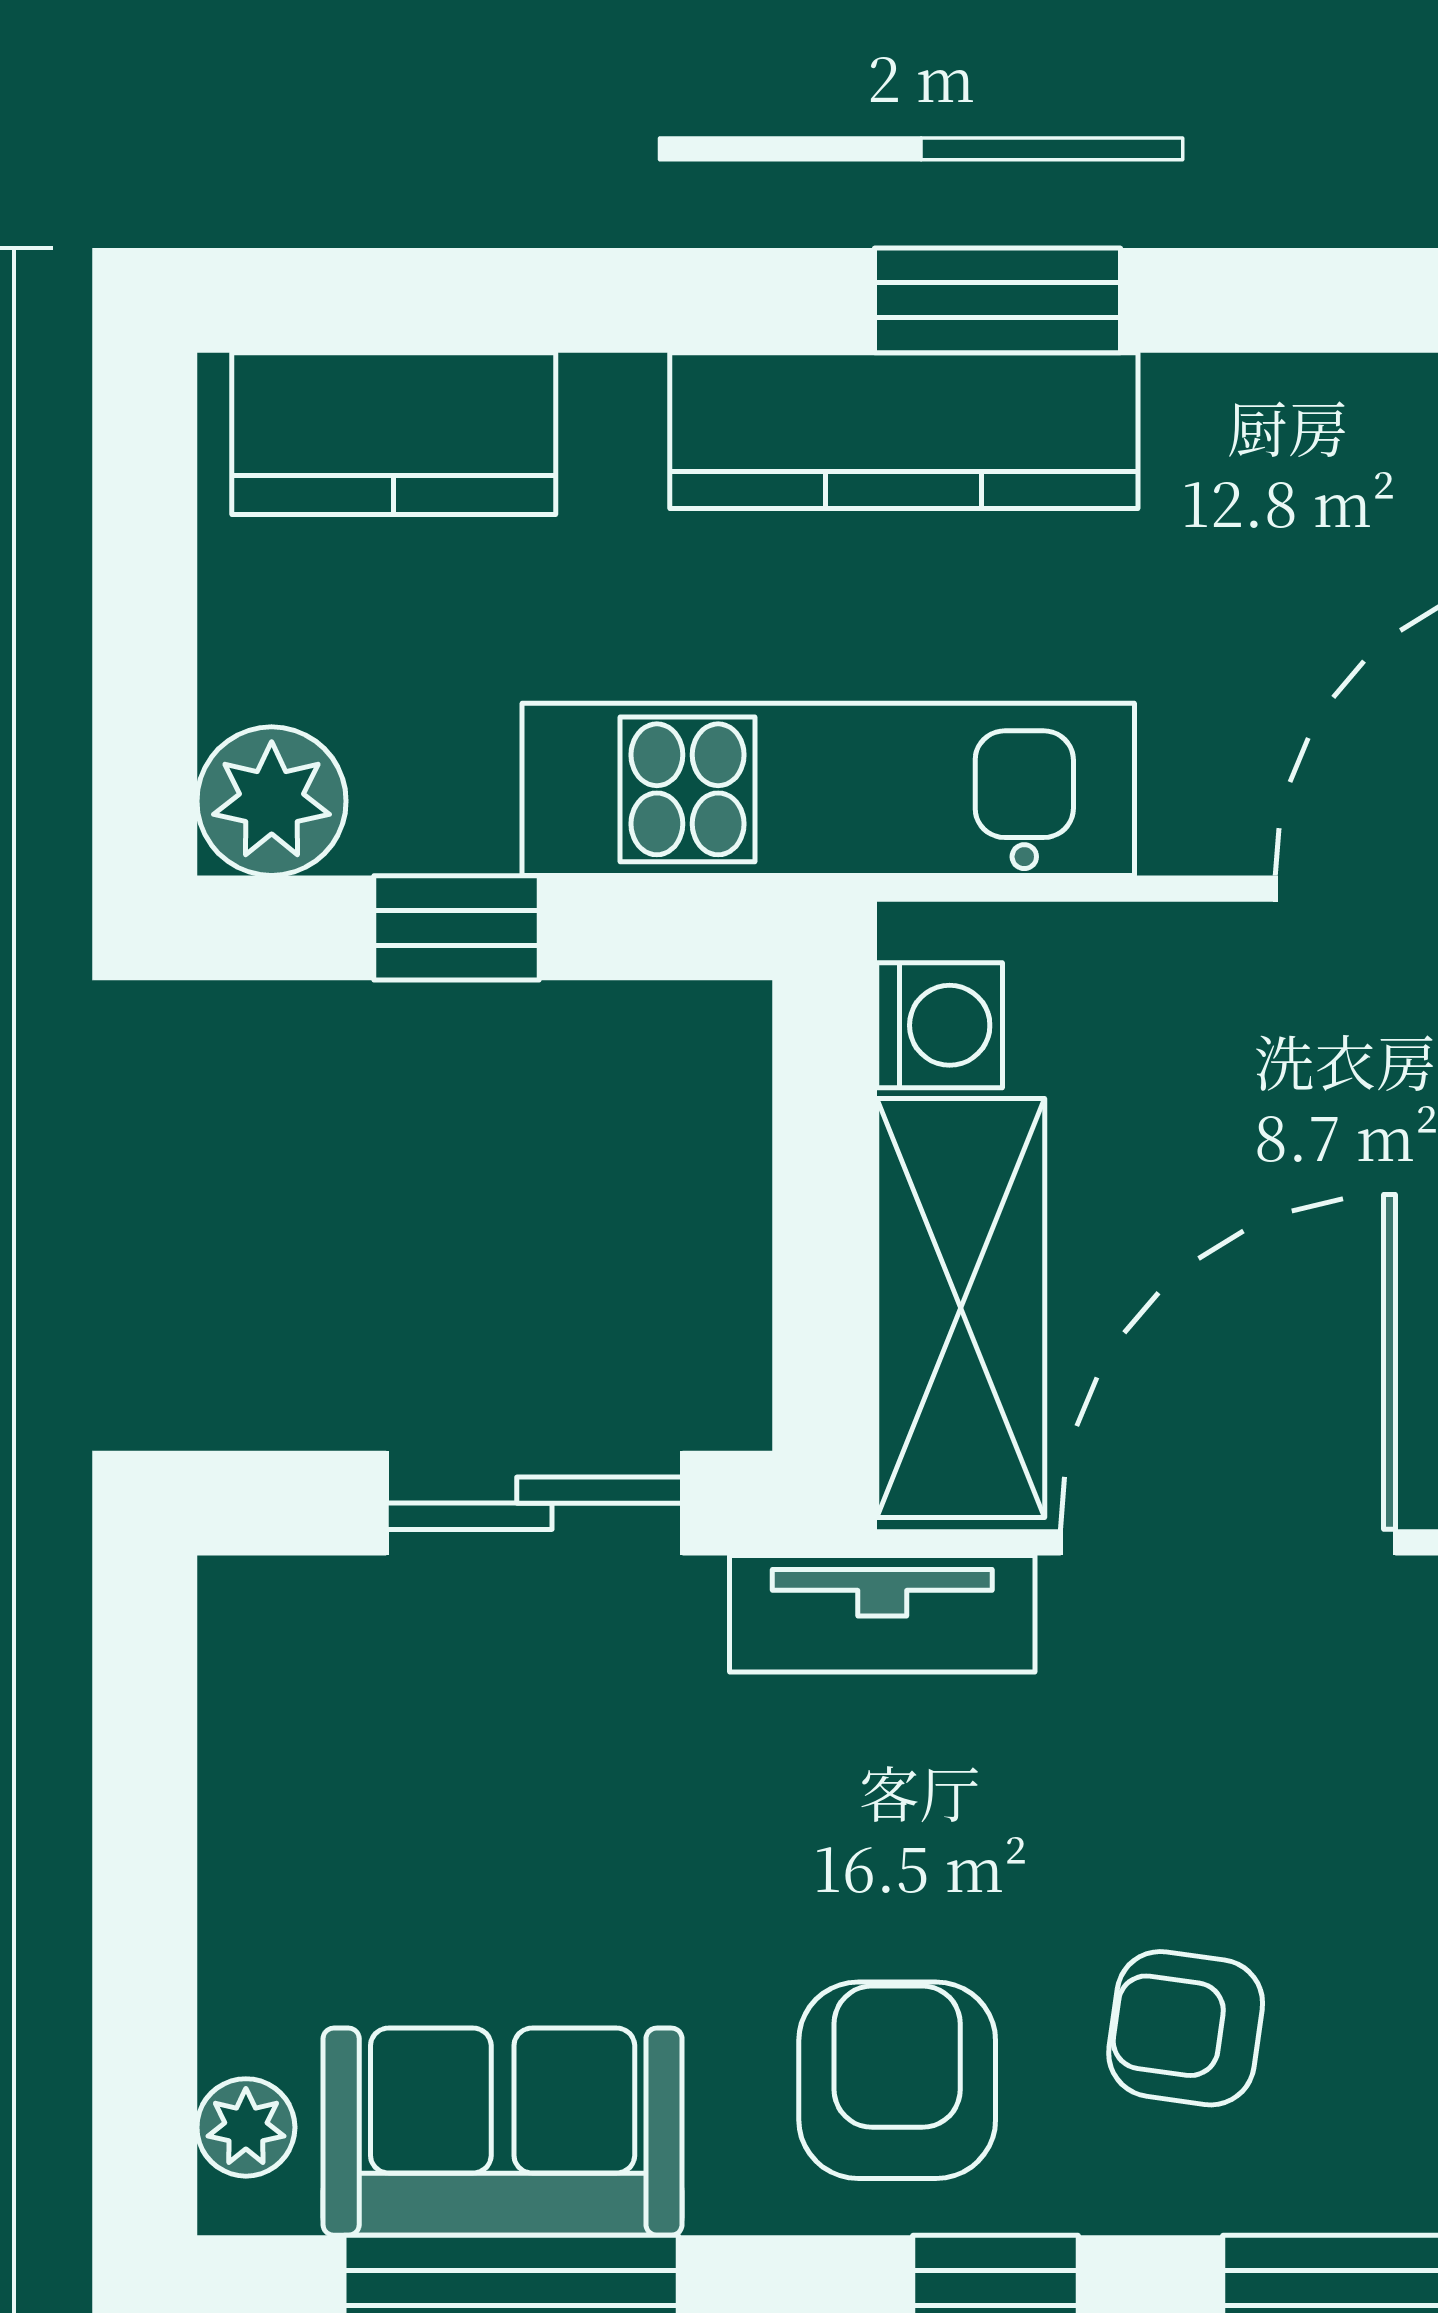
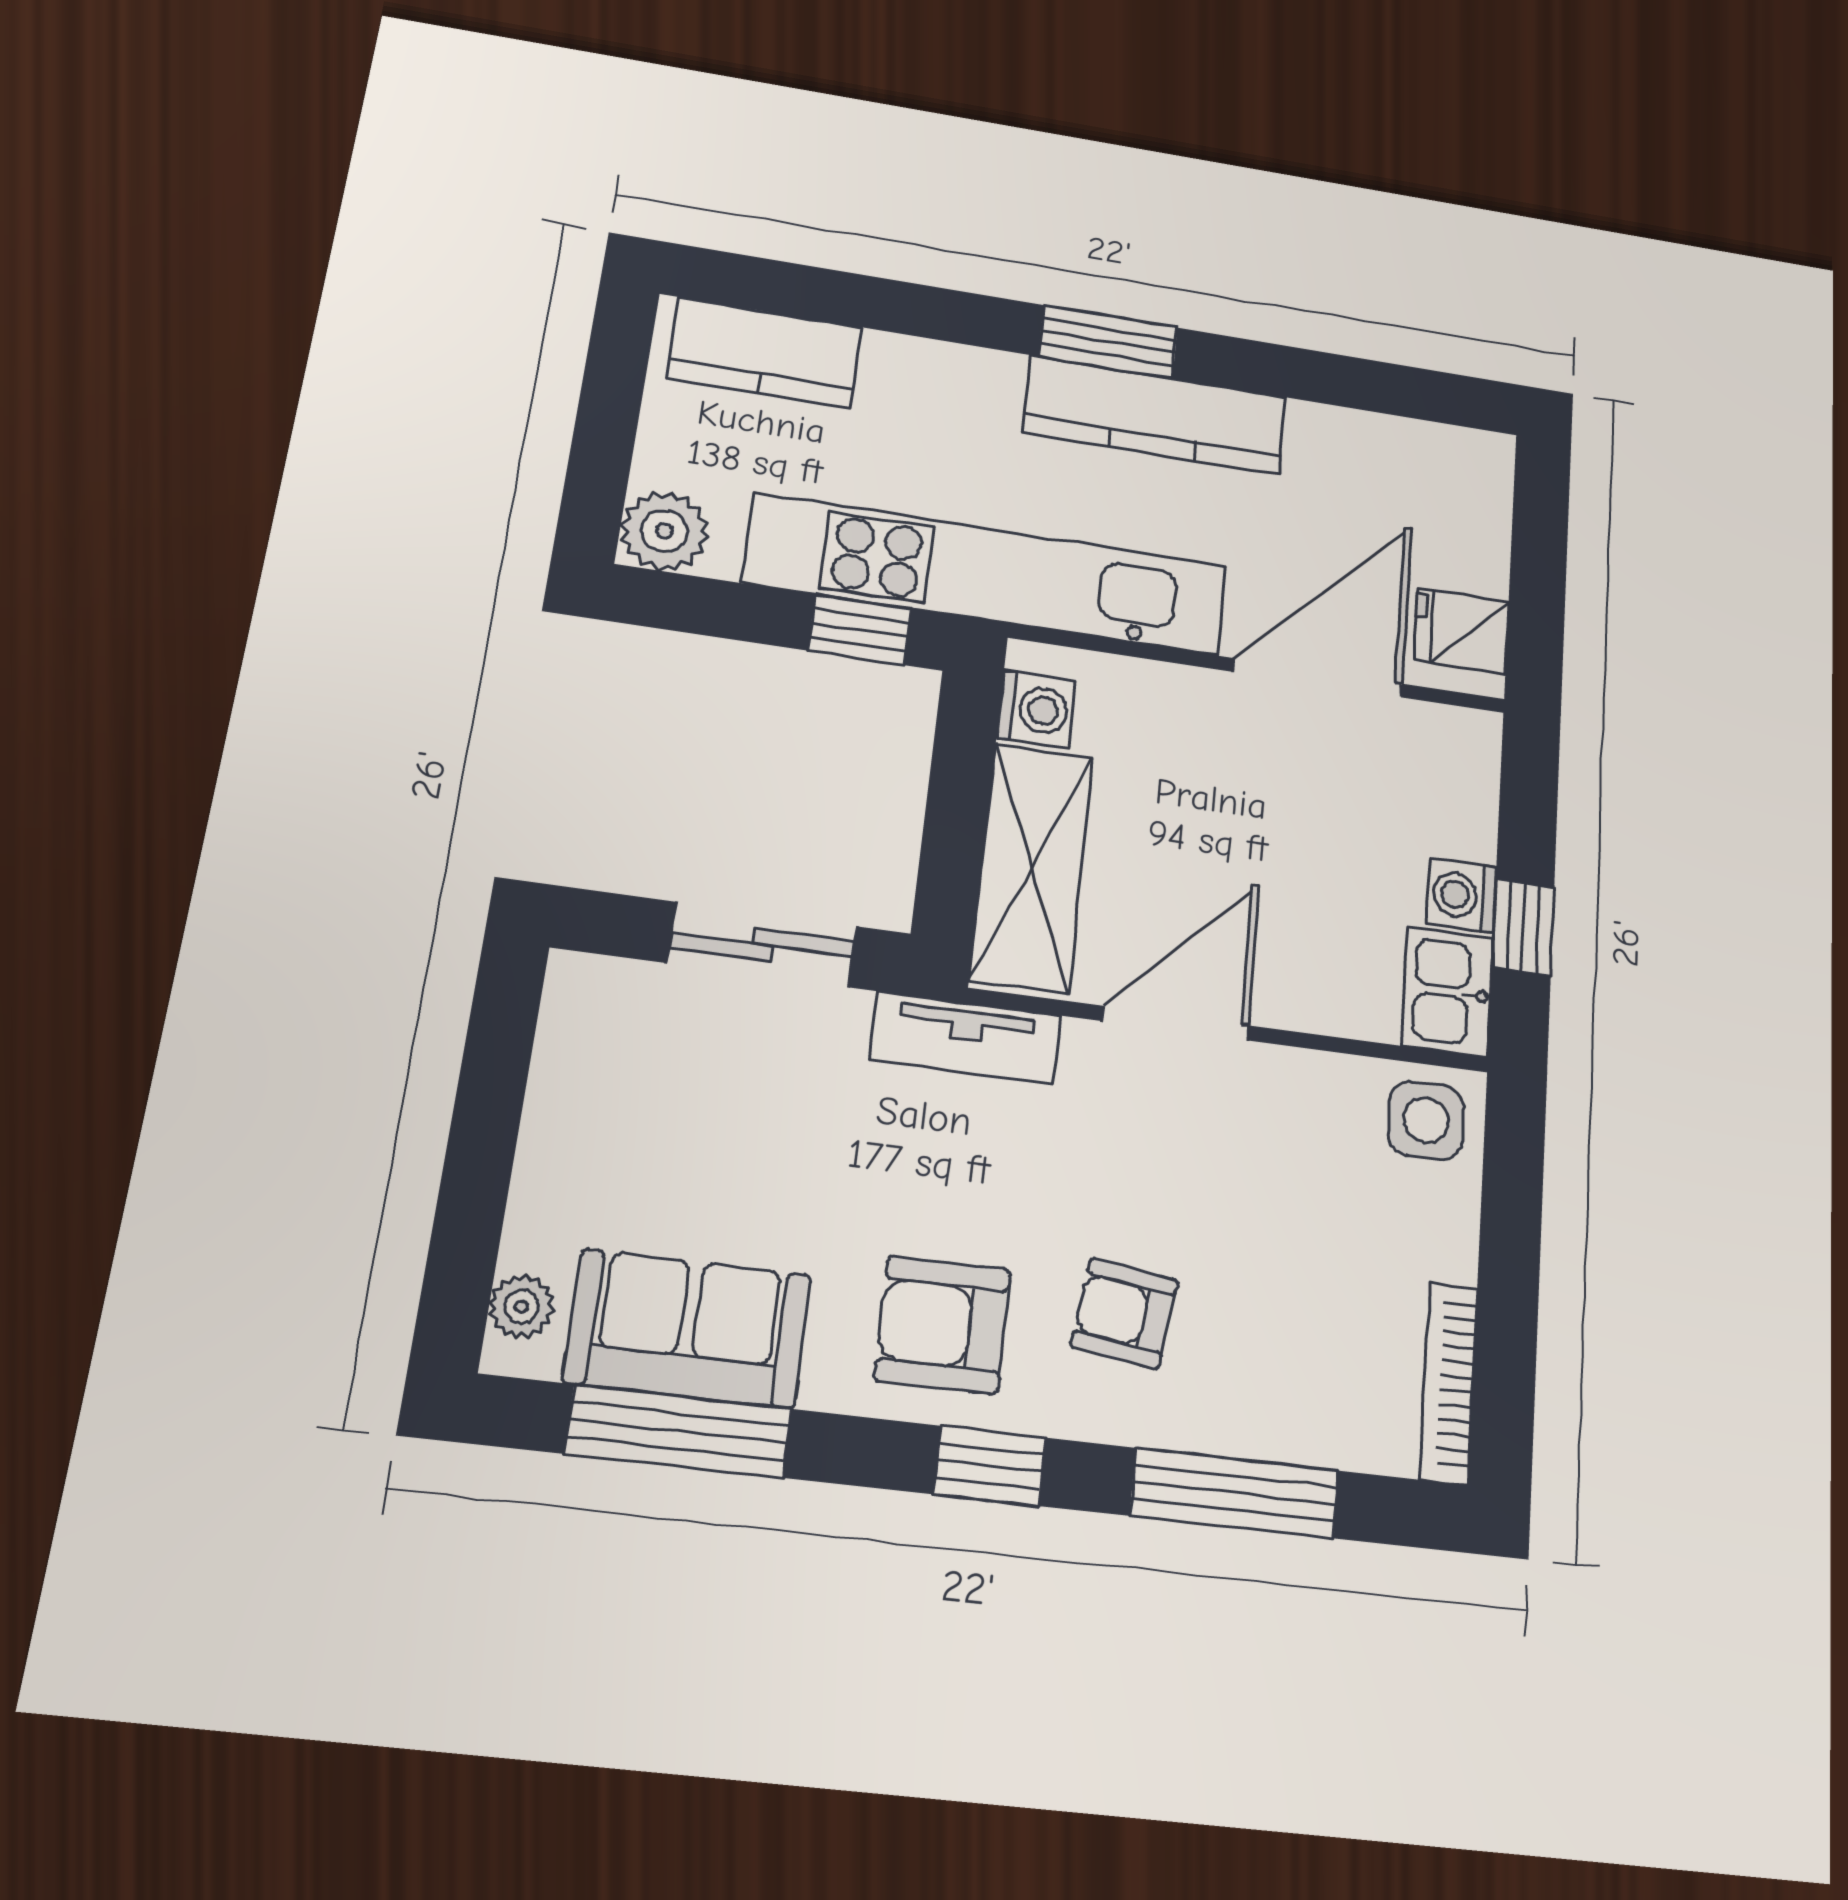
kitchen counter: (904, 431) -> (1155, 415), moved
kitchen unit: (828, 789) -> (987, 574), width x1.36
window: (456, 928) -> (860, 630), moved
door: (1228, 1542) -> (1176, 1023), width x0.73
armchair: (897, 2080) -> (942, 1325), turned -90

